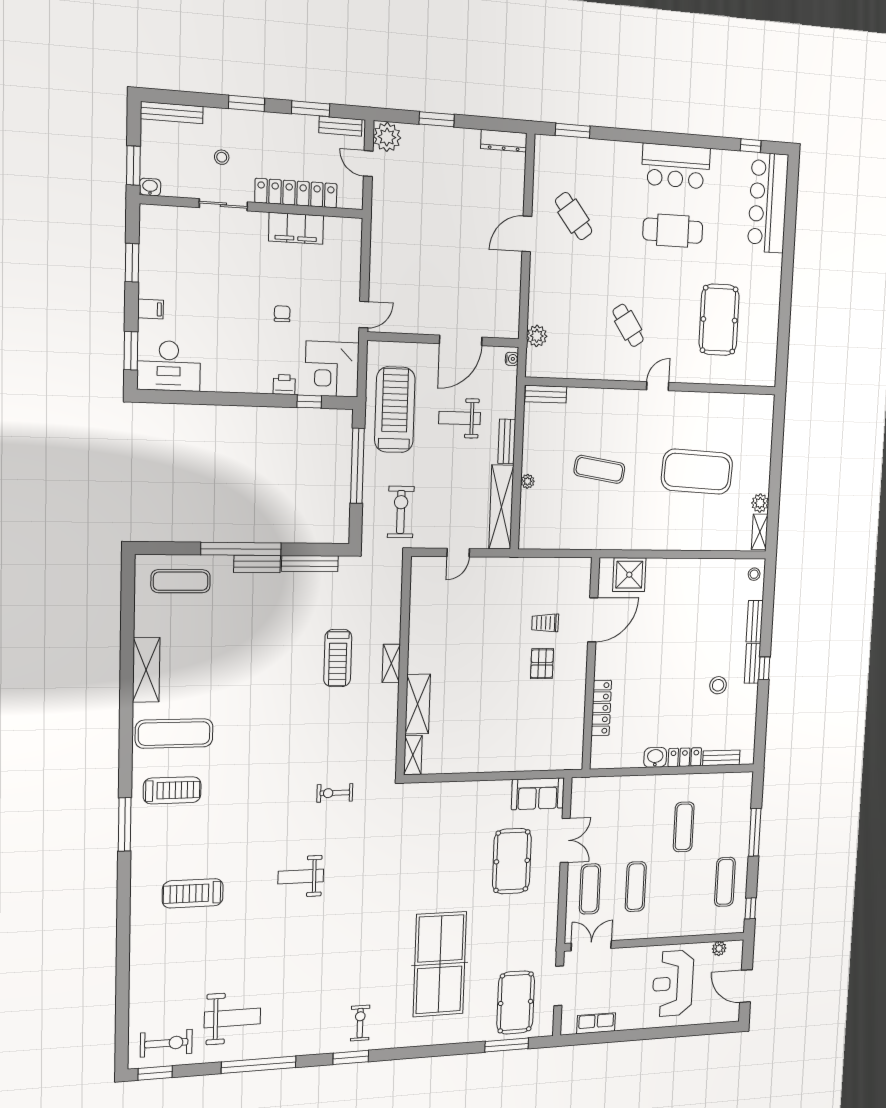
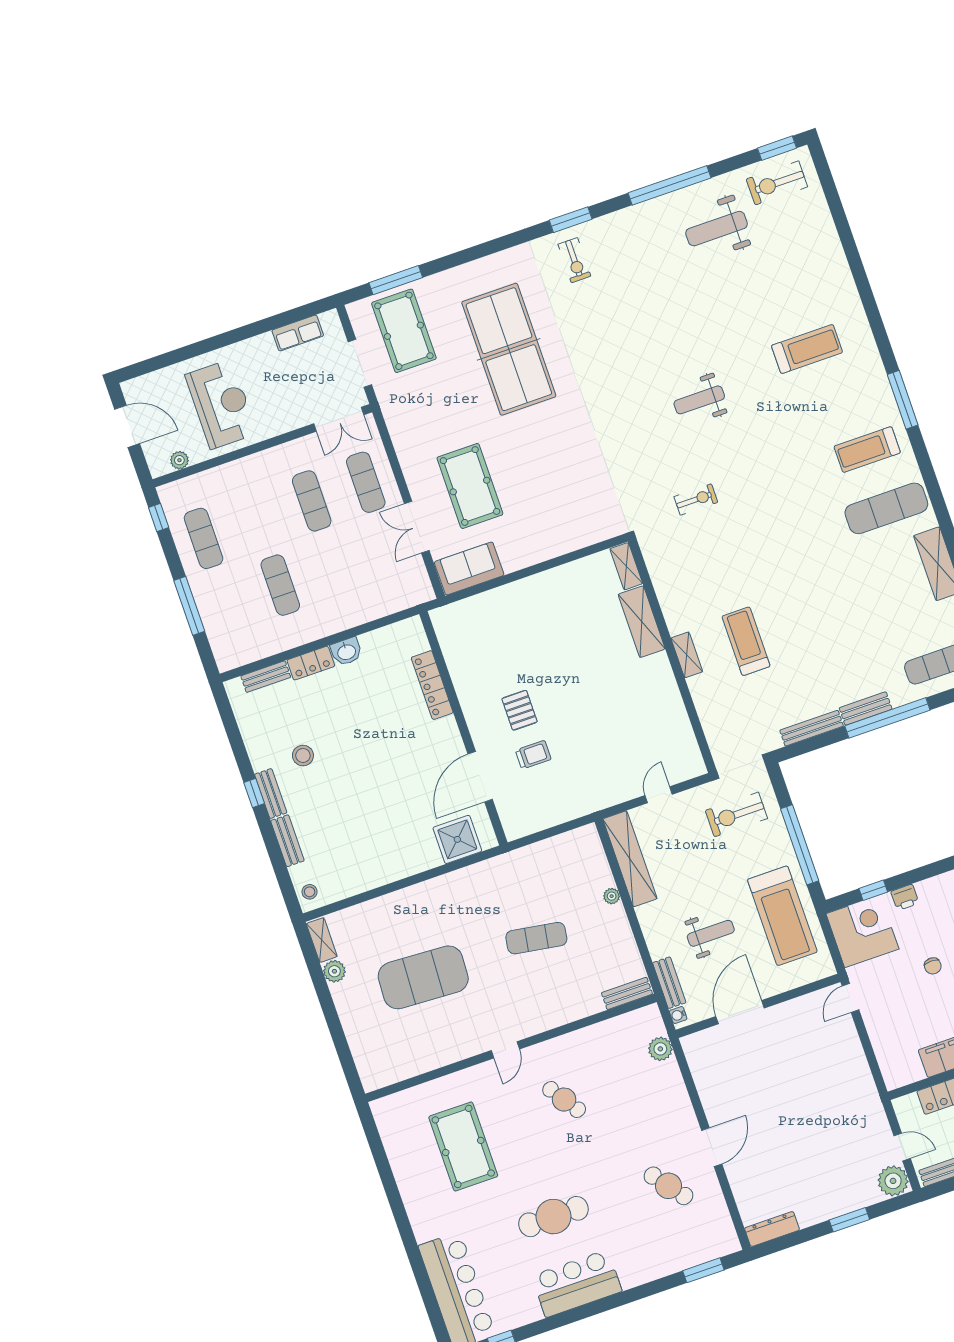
bench: (507, 441) -> (669, 983), moved
exercise bike: (401, 512) -> (736, 815), turned 90
weight bench: (301, 877) -> (699, 400), turned 180

